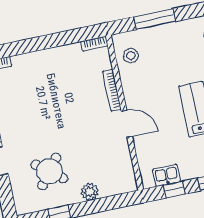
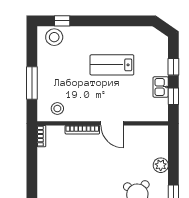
door: (127, 124) -> (112, 123), swing flipped
kitchen sink: (166, 175) -> (161, 87), moved

